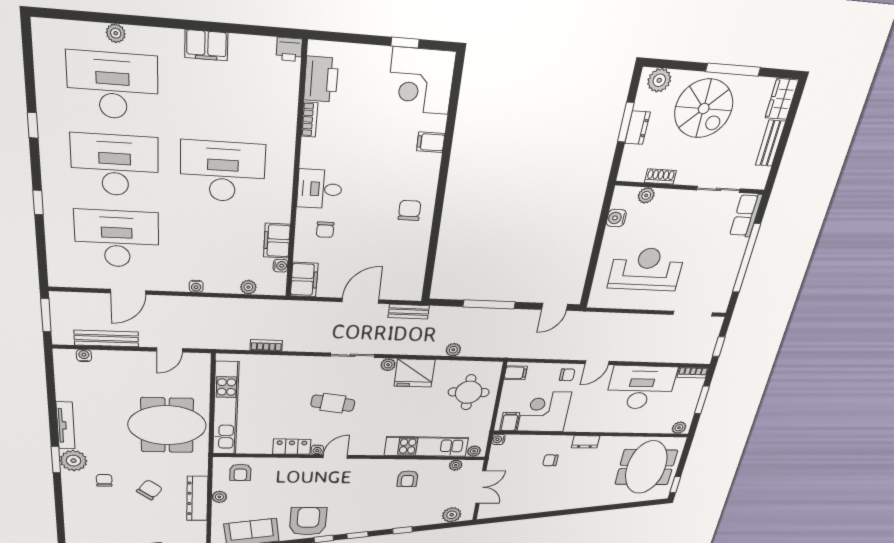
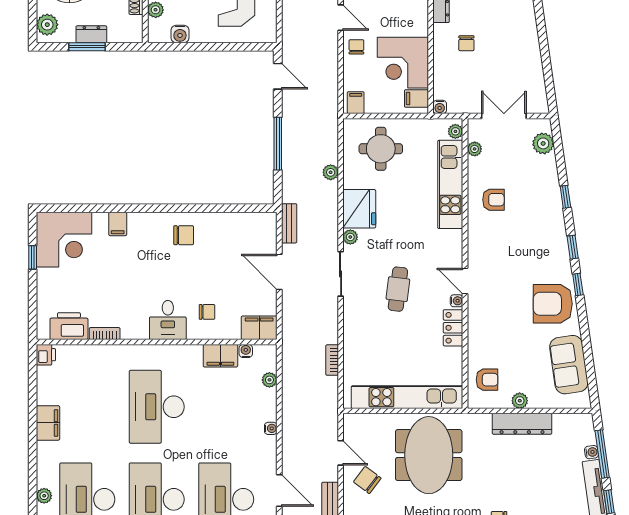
chair: (410, 210) -> (184, 235), turned 180
chair: (150, 490) -> (367, 480), moved

